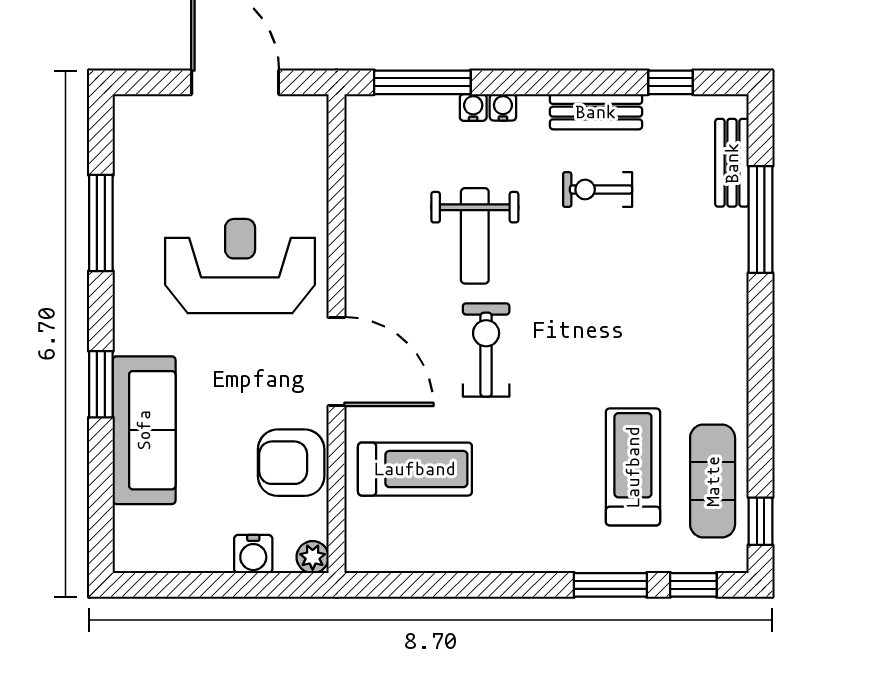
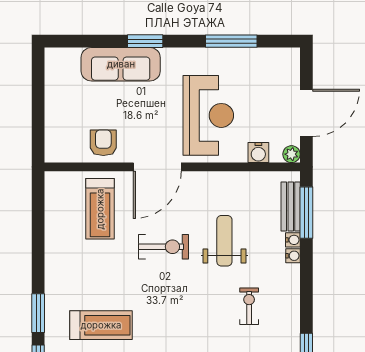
bench: (596, 112) -> (291, 206), moved
weight bench: (475, 236) -> (224, 241), turned 90
armchair: (291, 463) -> (103, 143), width x0.72, depth x0.72
water cooler: (253, 554) -> (258, 153), moved, turned -90
plant: (313, 557) -> (291, 154), moved

